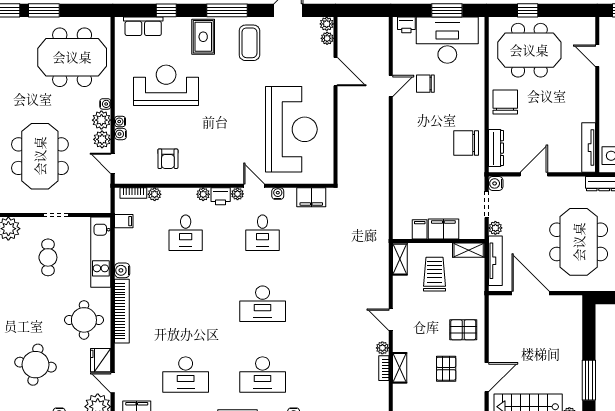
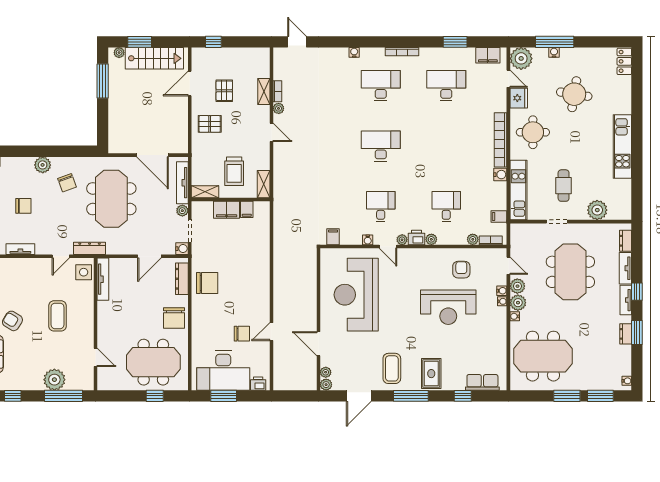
reception desk: (166, 85) -> (448, 307), moved
filing cabinet: (311, 197) -> (333, 237), width x0.50

